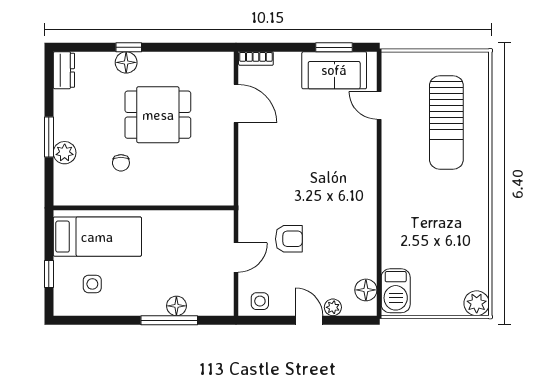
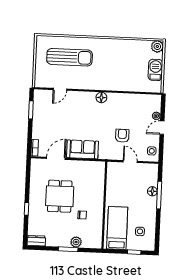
floor lamp: (126, 62) -> (34, 210), removed
sofa: (334, 70) -> (83, 149), moved, turned -90
floor lamp: (366, 290) -> (101, 98), moved
barbecue: (396, 291) -> (155, 70), moved, turned -90

